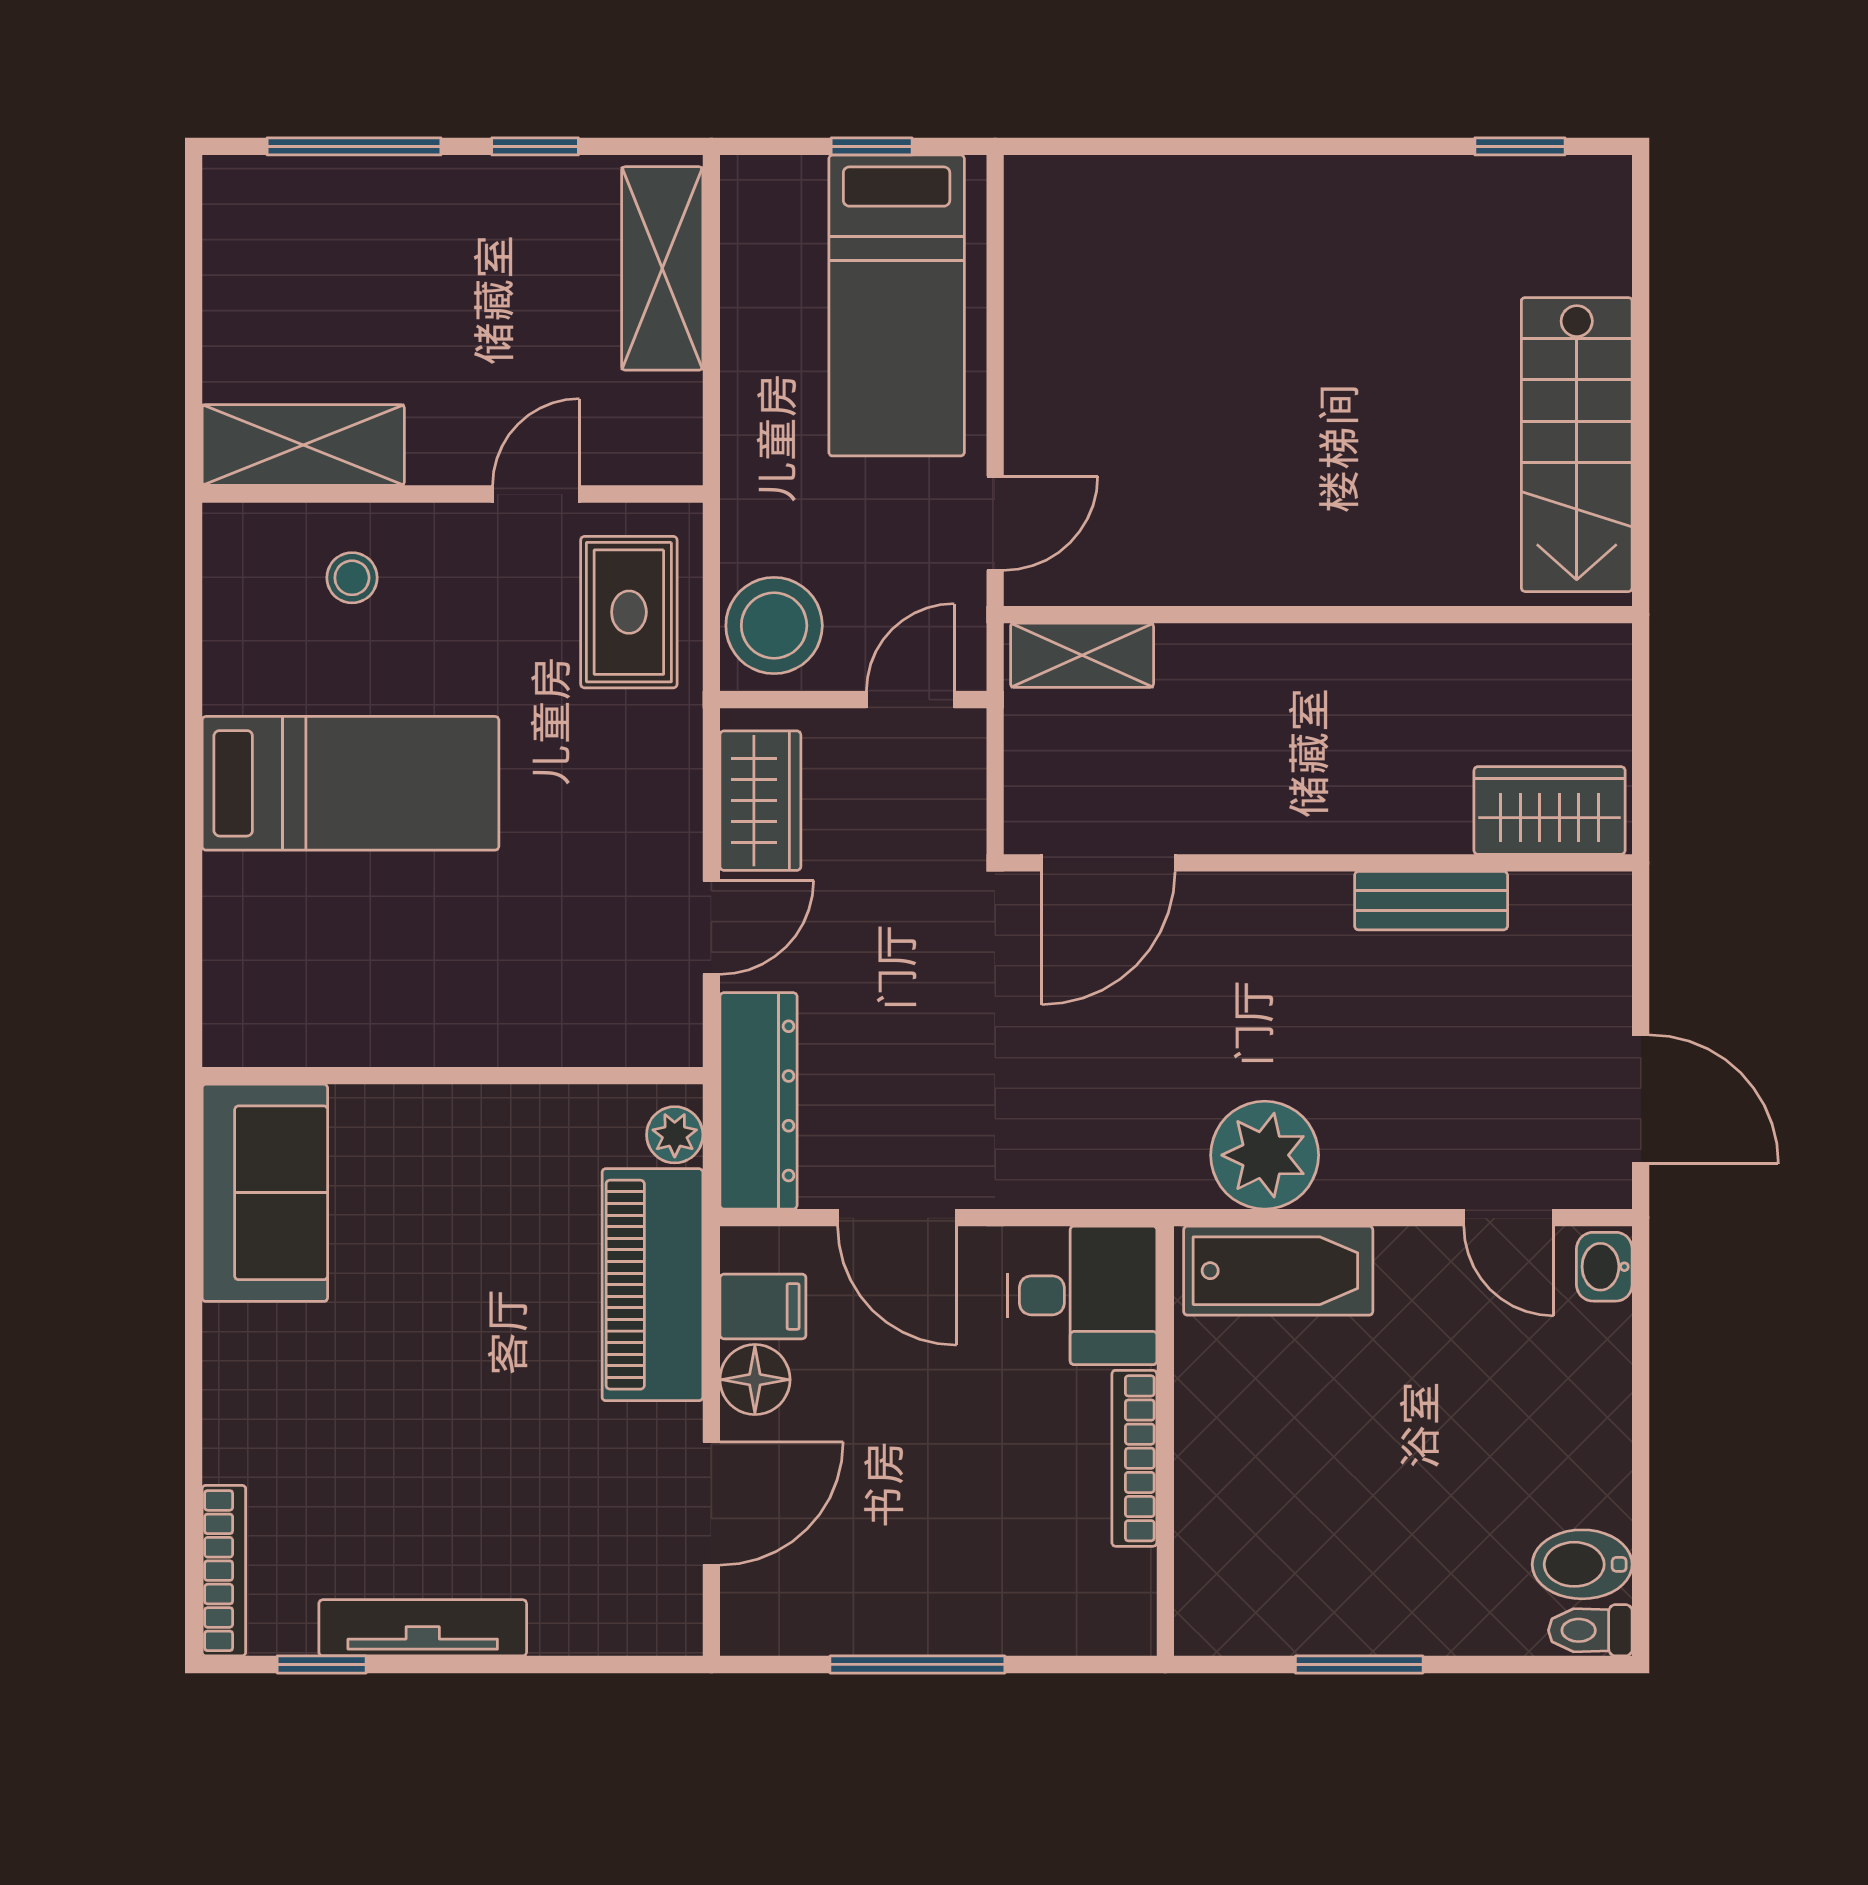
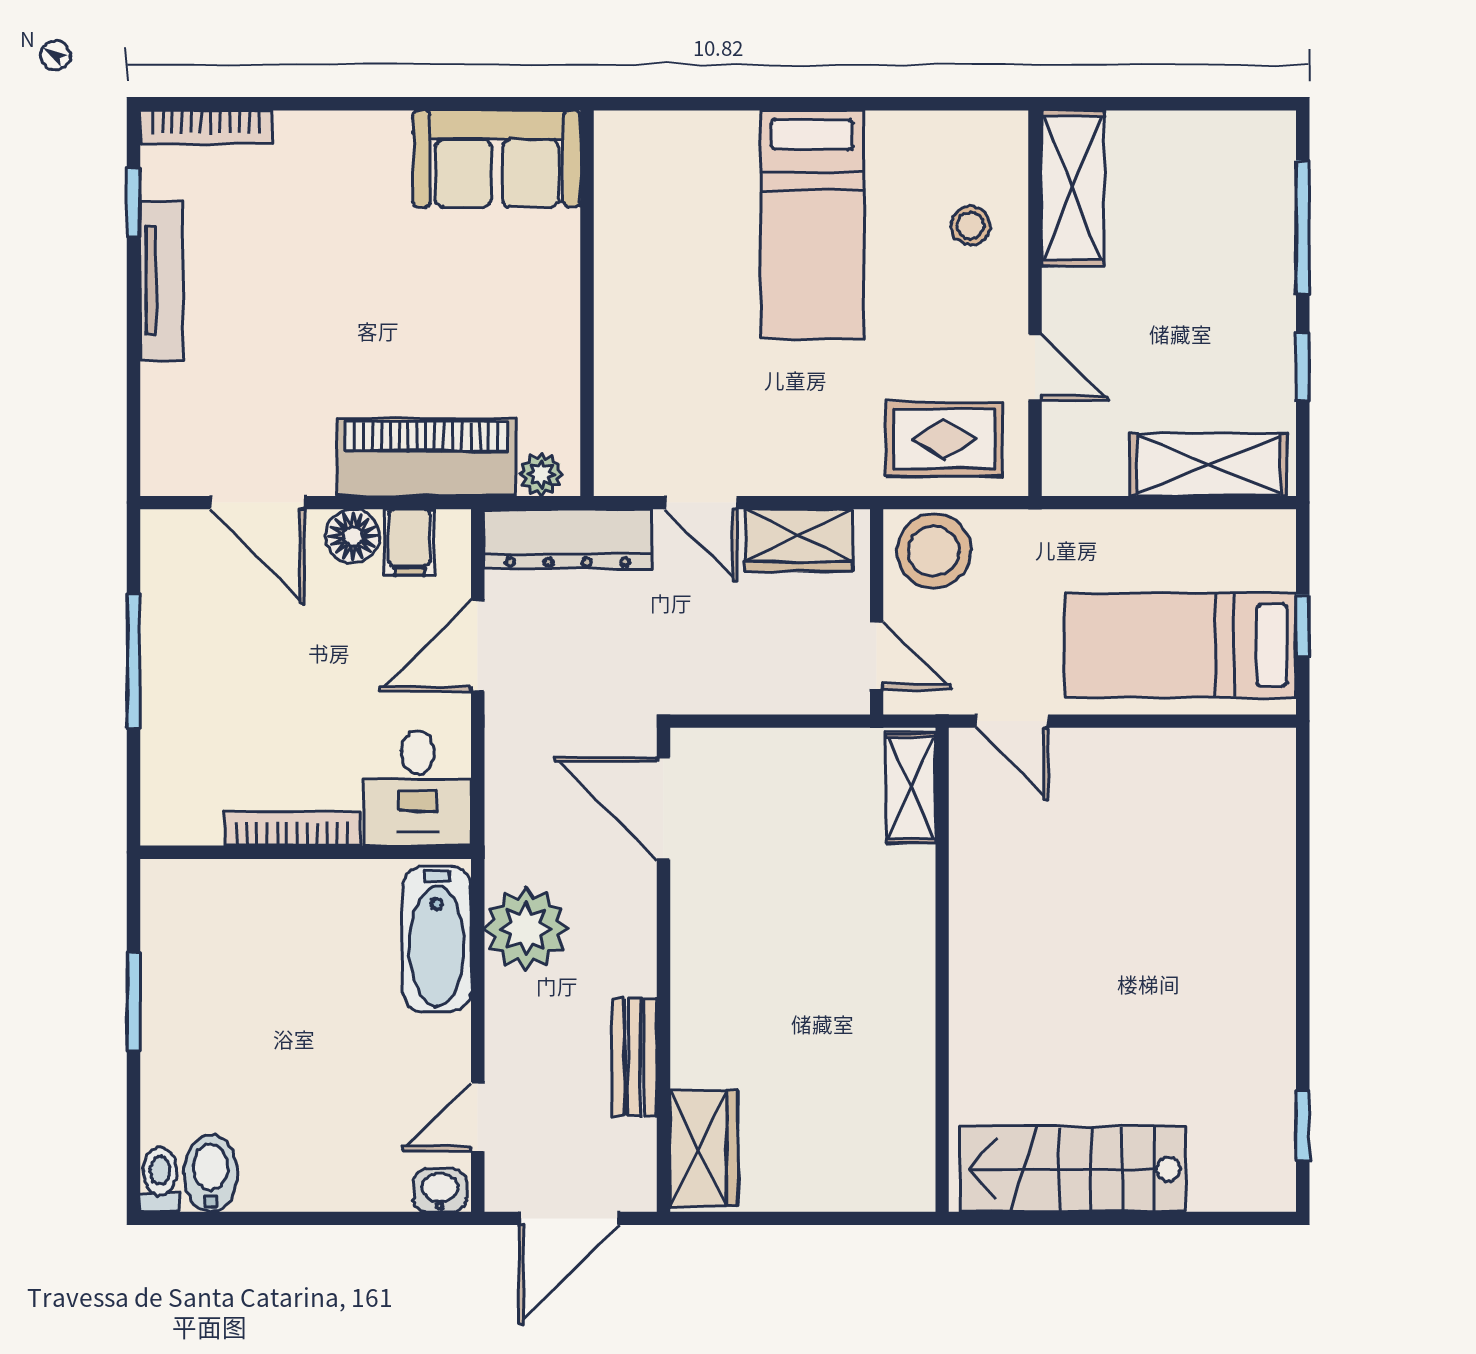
wardrobe: (1550, 811) -> (704, 1148), moved
door: (1108, 863) -> (663, 808), moved
wall: (1318, 863) -> (663, 970), moved
bench: (1431, 901) -> (634, 1057), moved

